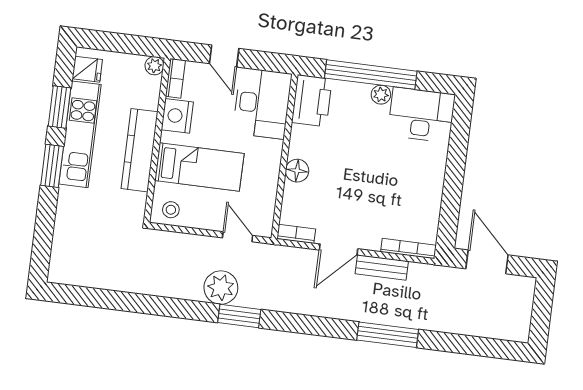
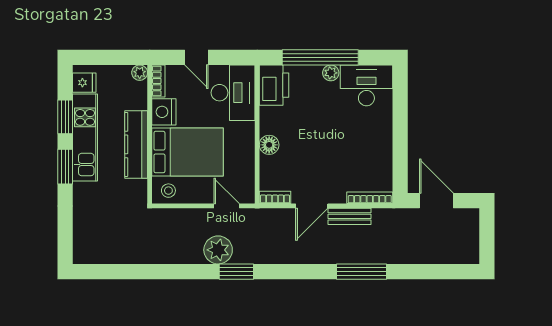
bed: (199, 167) -> (188, 152), width x1.50

